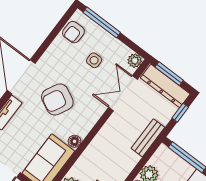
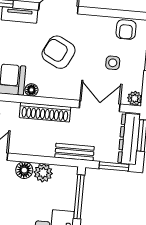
armchair: (73, 32) -> (126, 30), turned -90
window: (180, 113) -> (114, 166), width x1.50
shoe rack: (100, 142) -> (45, 112), added

